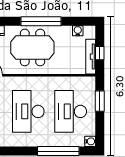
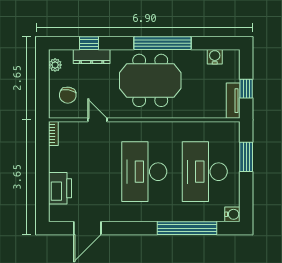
tv unit: (91, 57) -> (233, 101), width x0.71

